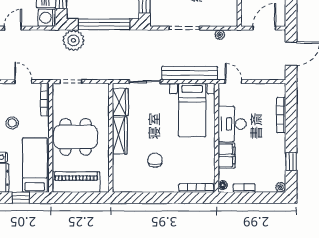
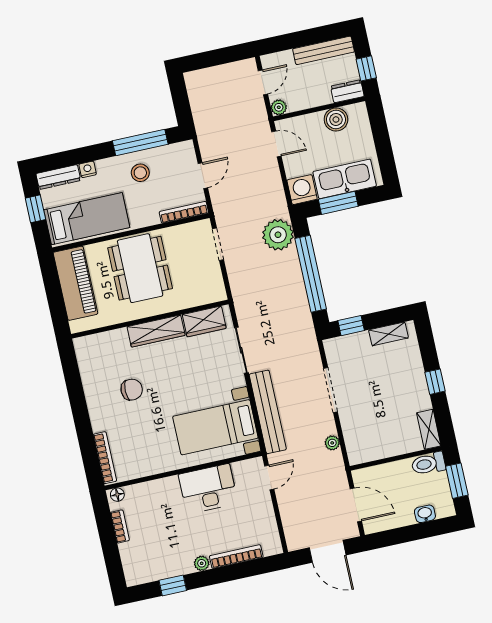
filing cabinet: (226, 155) -> (161, 491), removed
plant: (281, 187) -> (202, 563), moved

